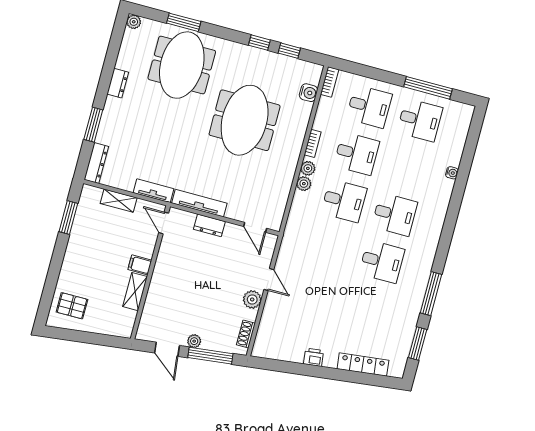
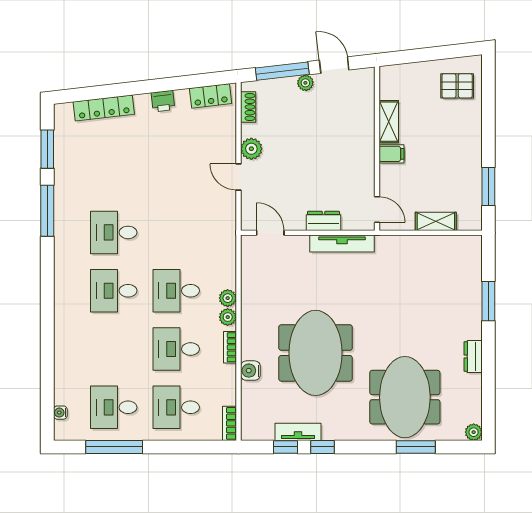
water cooler: (308, 93) -> (250, 371), moved
dresser: (96, 163) -> (473, 258), removed
water cooler: (452, 173) -> (60, 413), moved
tv unit: (154, 191) -> (298, 432), moved, turned 180
locker: (274, 351) -> (211, 96), added

